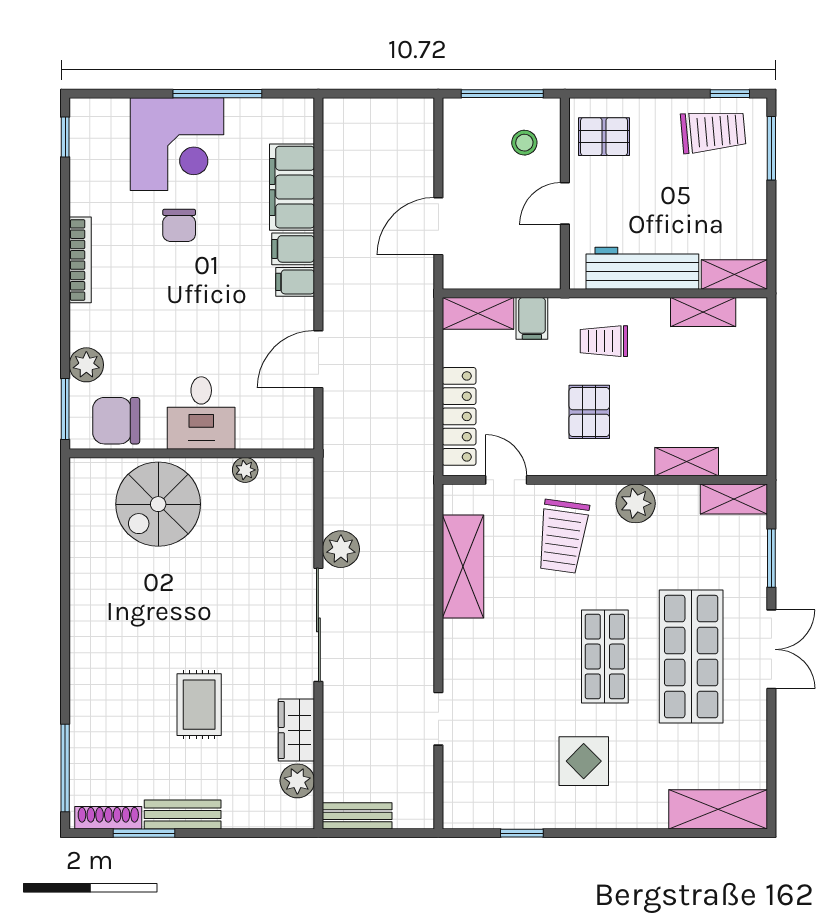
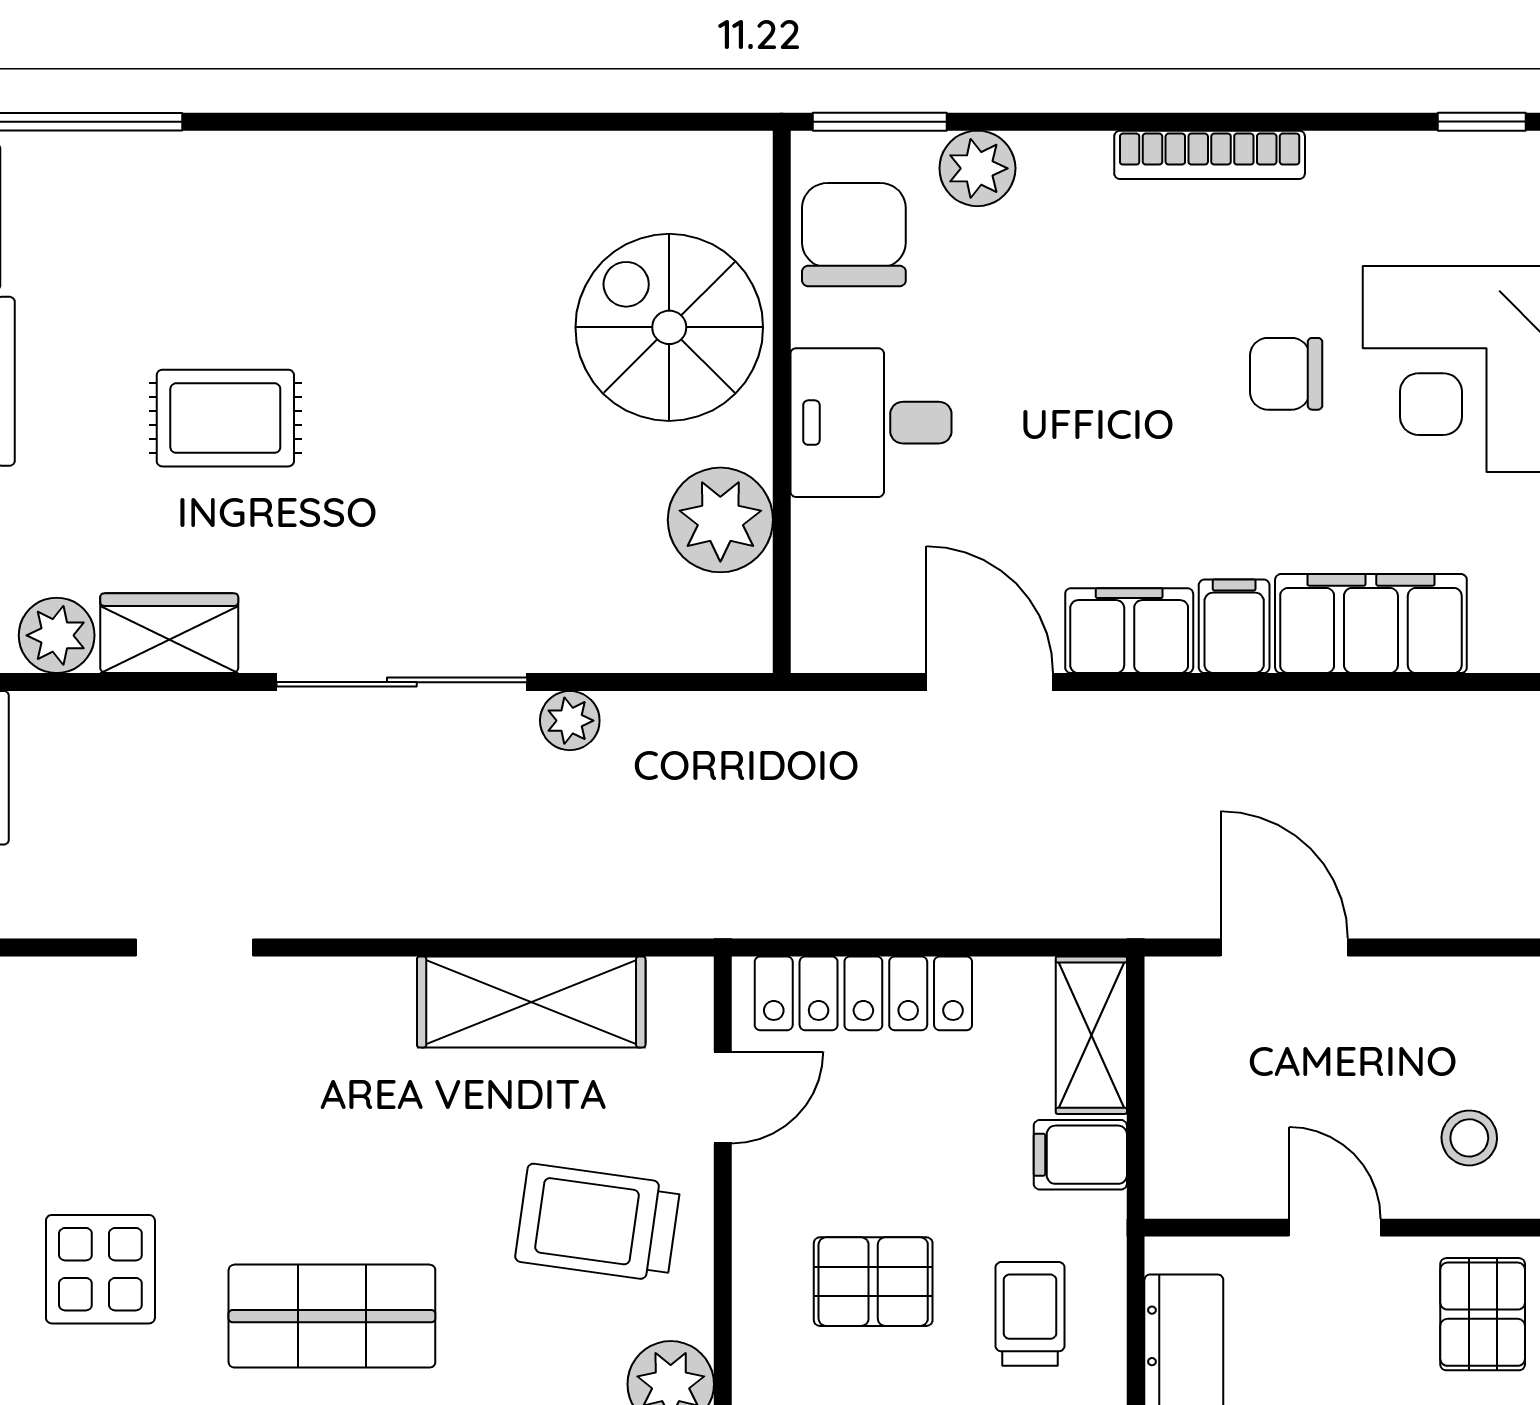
filing cabinet: (295, 282) -> (1129, 631), width x2.00
plant: (245, 470) -> (720, 520), width x1.87, depth x1.87
plant: (341, 549) -> (570, 721), width x0.73, depth x0.73

